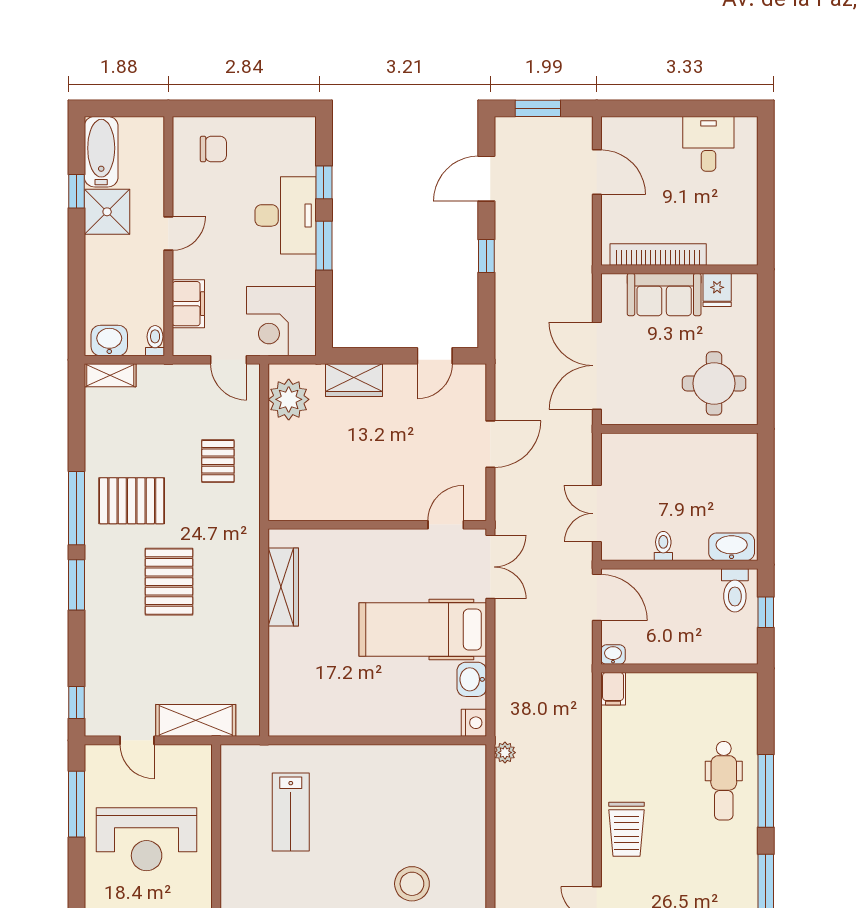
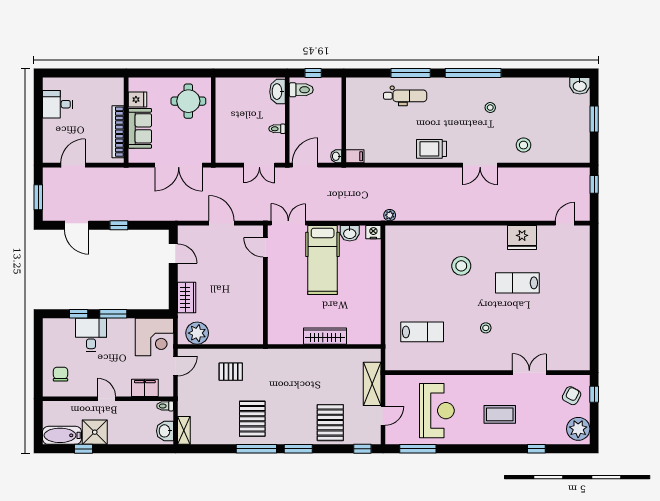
desk: (286, 215) -> (91, 335), width x0.73
pallet: (169, 582) -> (330, 423), moved, turned 90
wardrobe: (283, 587) -> (325, 336), moved
trolley: (626, 829) -> (431, 149), turned 180

